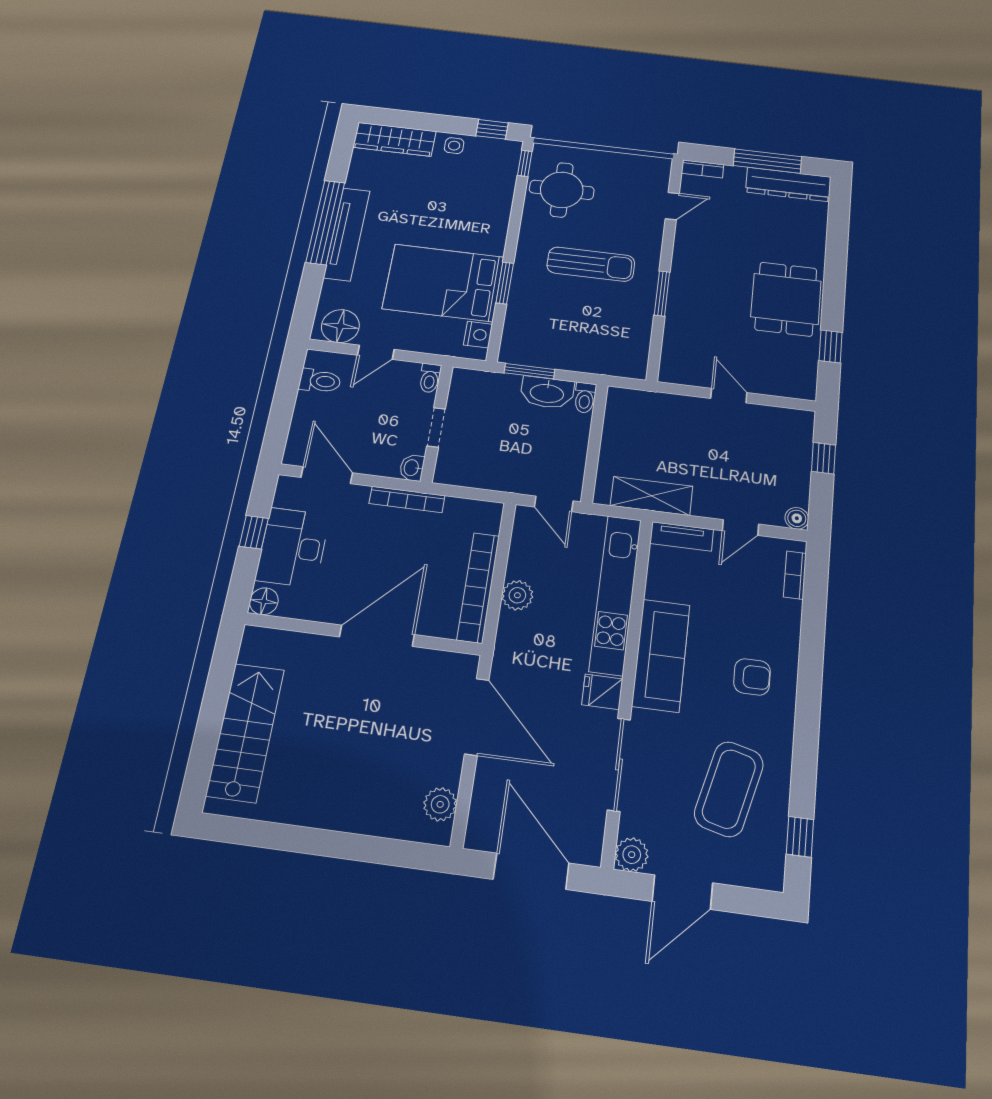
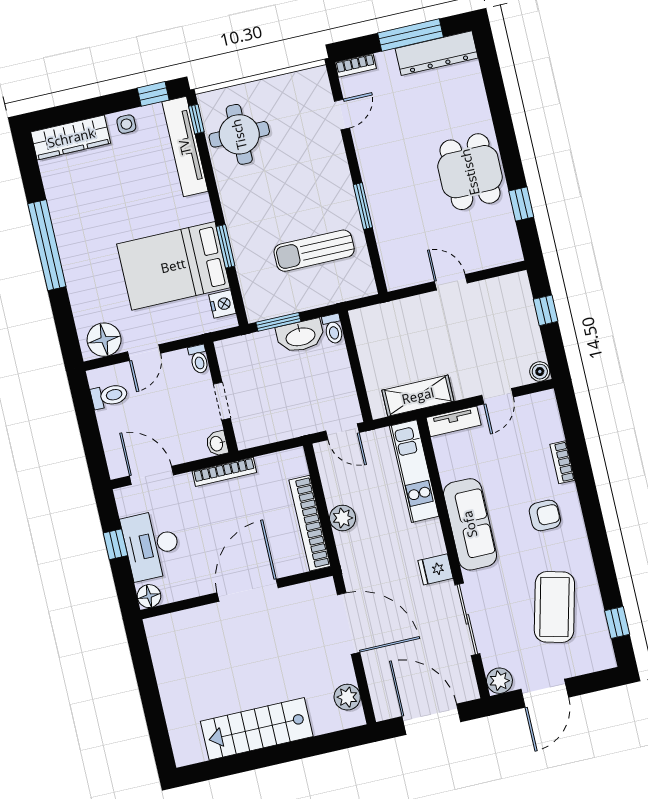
tv unit: (347, 234) -> (185, 147), moved, turned 180
sun lounger: (591, 264) -> (314, 251), moved, turned 180
bookcase: (795, 575) -> (562, 462), moved
kitchen unit: (615, 594) -> (414, 471), width x0.73
stairs: (245, 732) -> (257, 729), moved, turned -90

